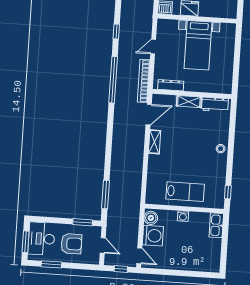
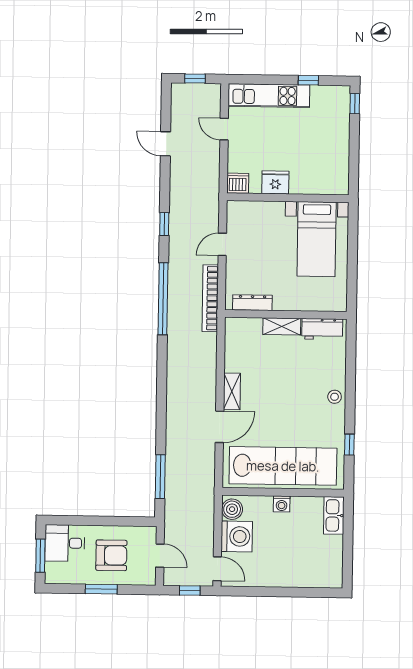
bed with nightstands: (198, 45) -> (317, 239), moved
door: (149, 115) -> (219, 427), moved
lab bench: (185, 192) -> (283, 466), width x1.86, depth x1.39
window: (228, 192) -> (349, 445), moved
window: (83, 222) -> (127, 521), removed
desk: (41, 239) -> (65, 543), width x0.73
window: (51, 264) -> (101, 589), moved

